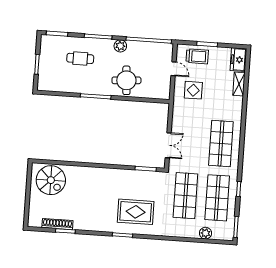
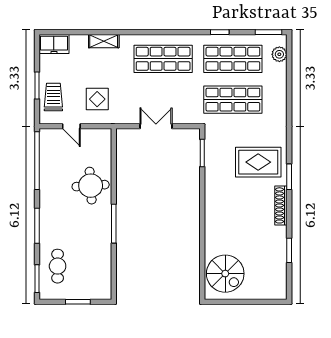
plant: (120, 46) -> (47, 196), removed
cafe table: (80, 58) -> (58, 266), moved
door: (174, 69) -> (71, 126), swing flipped
shelving: (239, 84) -> (104, 41), moved
double door: (168, 145) -> (156, 126), moved
spiral stairs: (51, 180) -> (225, 274), turned 90
rug: (136, 212) -> (258, 162), turned 90
shoe rack: (57, 224) -> (281, 205), moved
plant: (206, 233) -> (279, 54), moved

